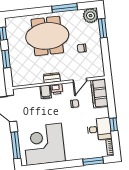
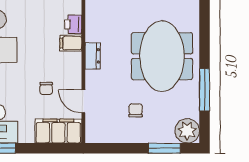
printer: (57, 89) -> (73, 24), moved

